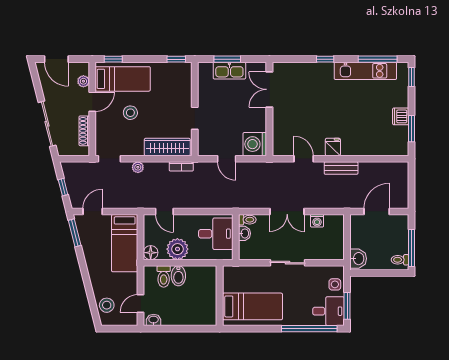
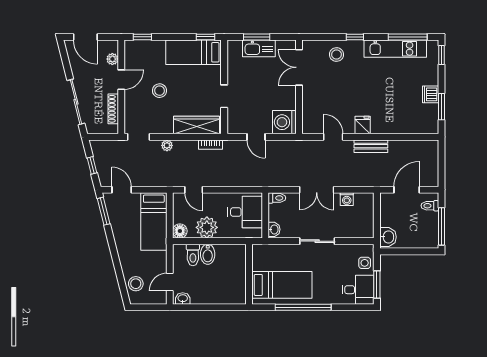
stool: (307, 77) -> (337, 55), added
bed: (123, 79) -> (194, 52), moved, turned 180
door: (93, 211) -> (122, 190), hinge flipped
washbasin: (245, 233) -> (274, 229), moved
toilet: (400, 260) -> (430, 206), moved
window: (309, 329) -> (303, 307), moved

